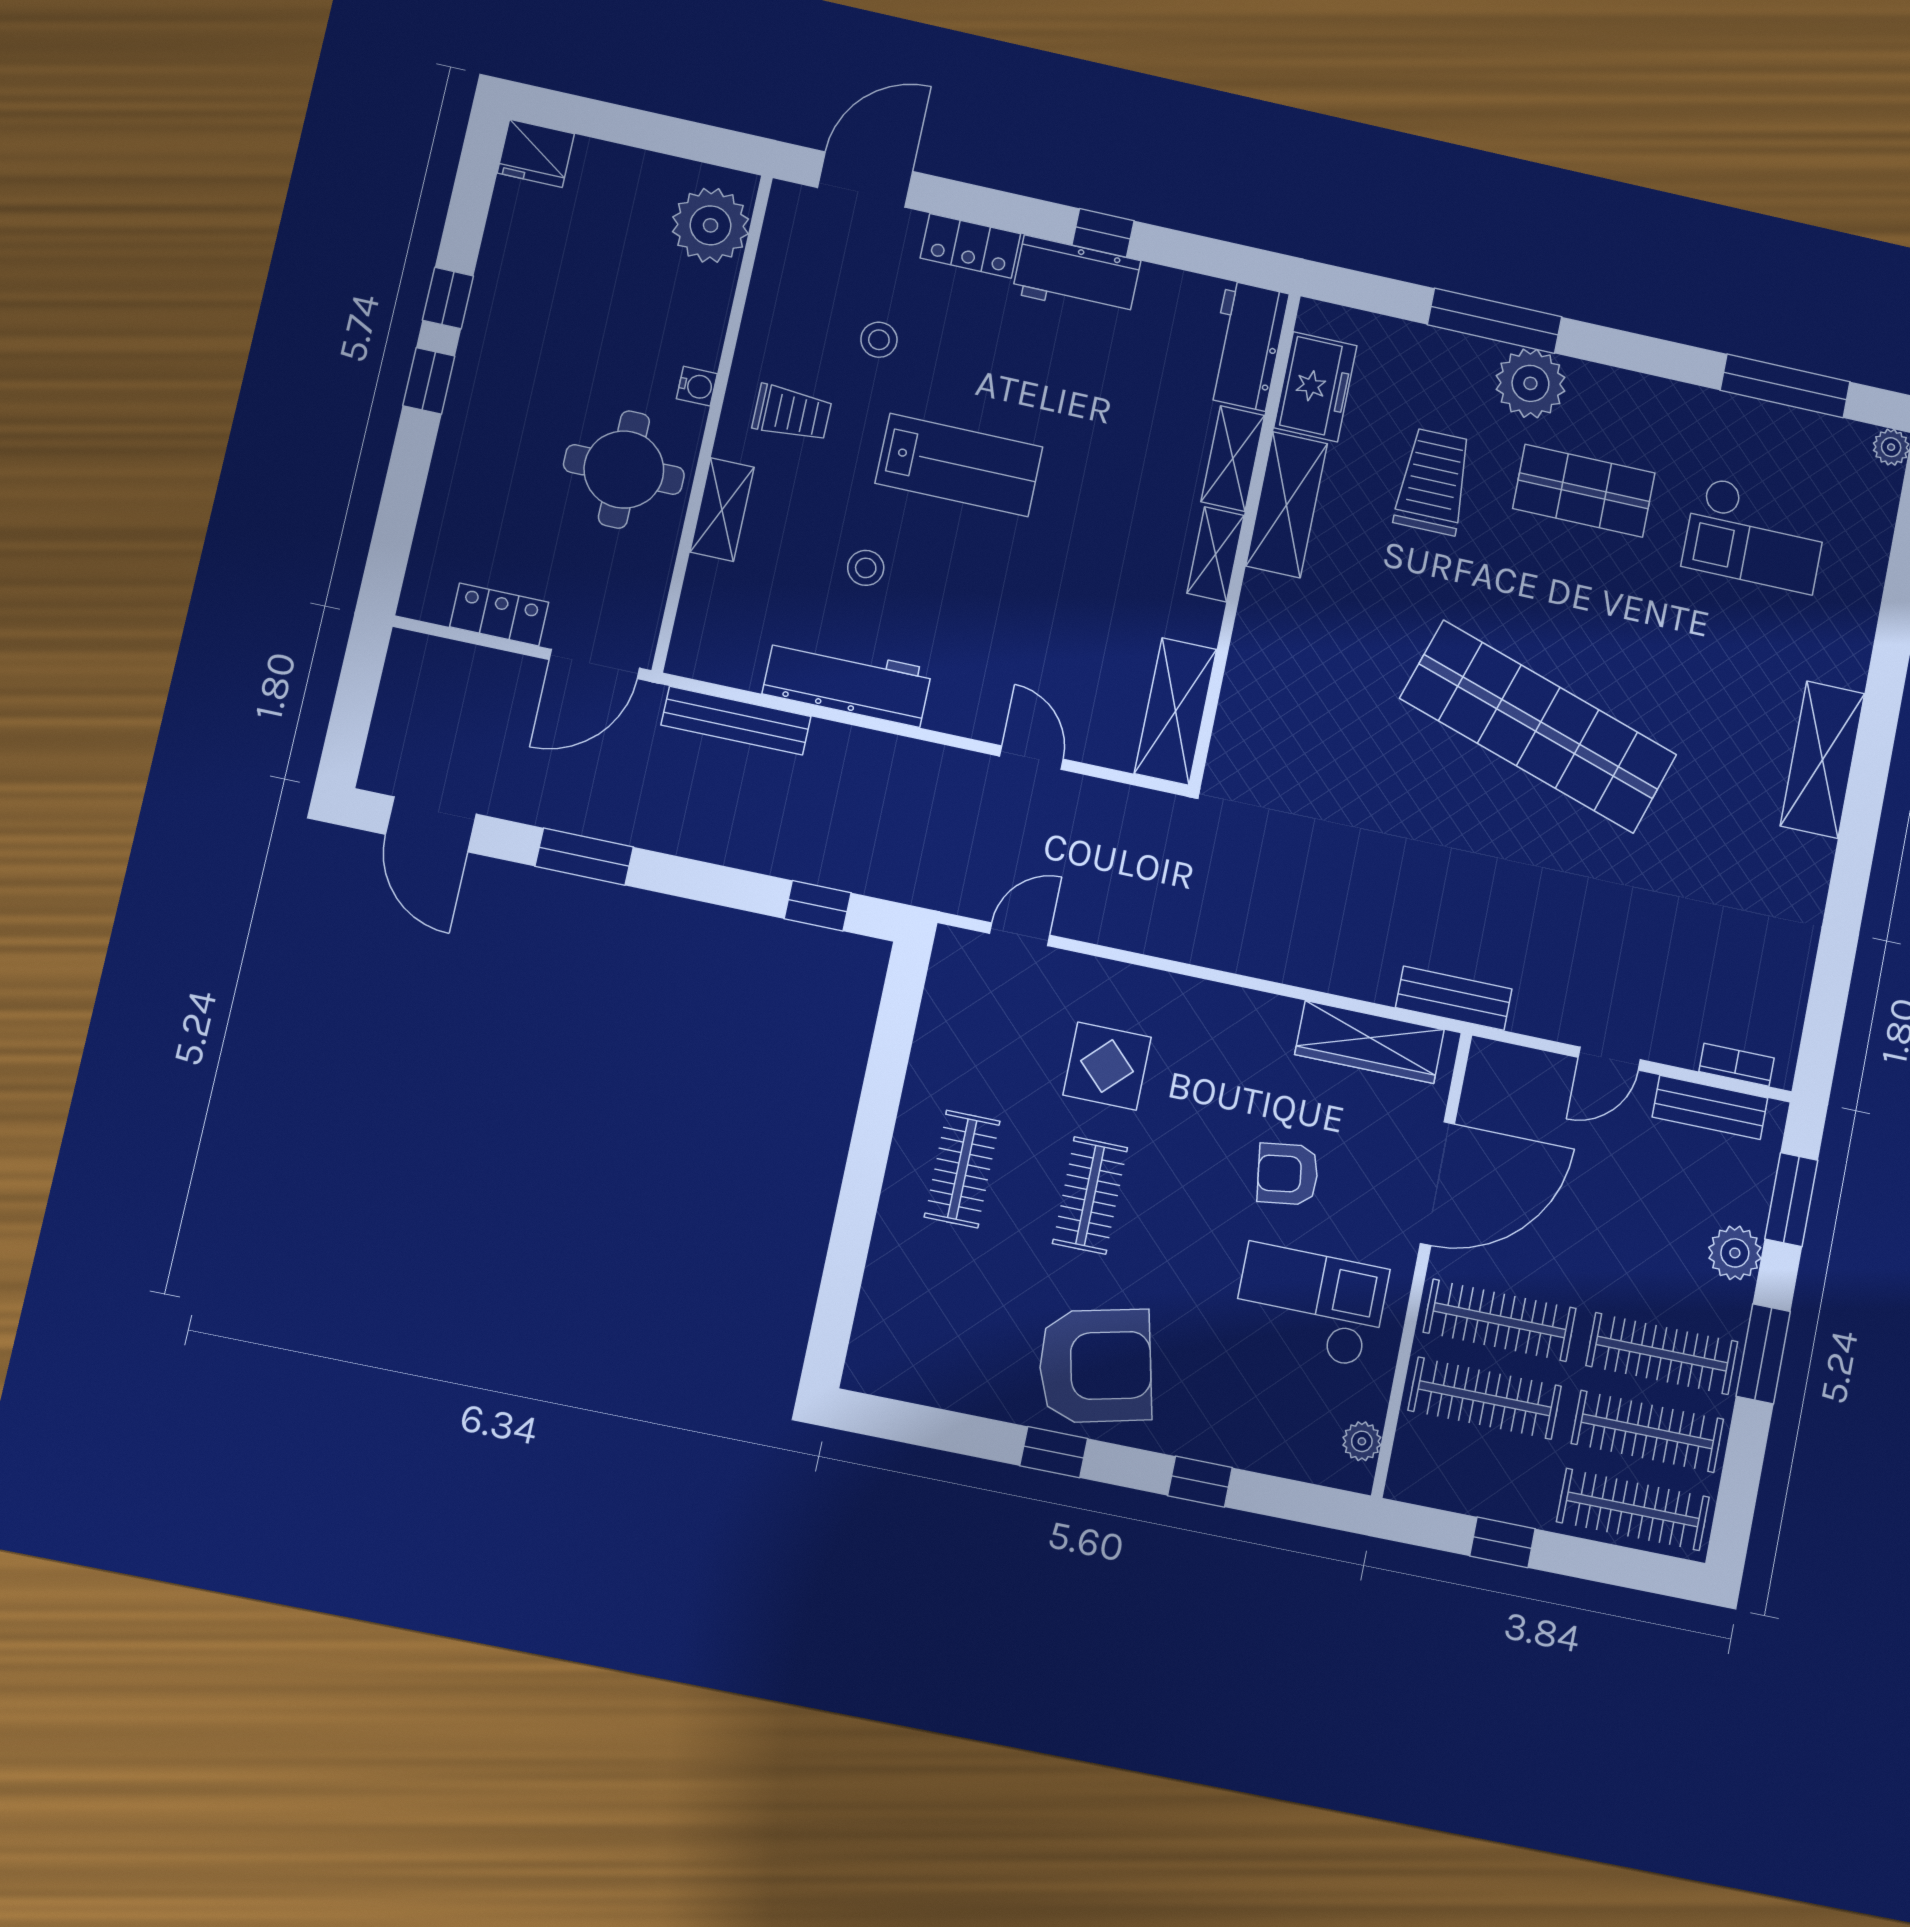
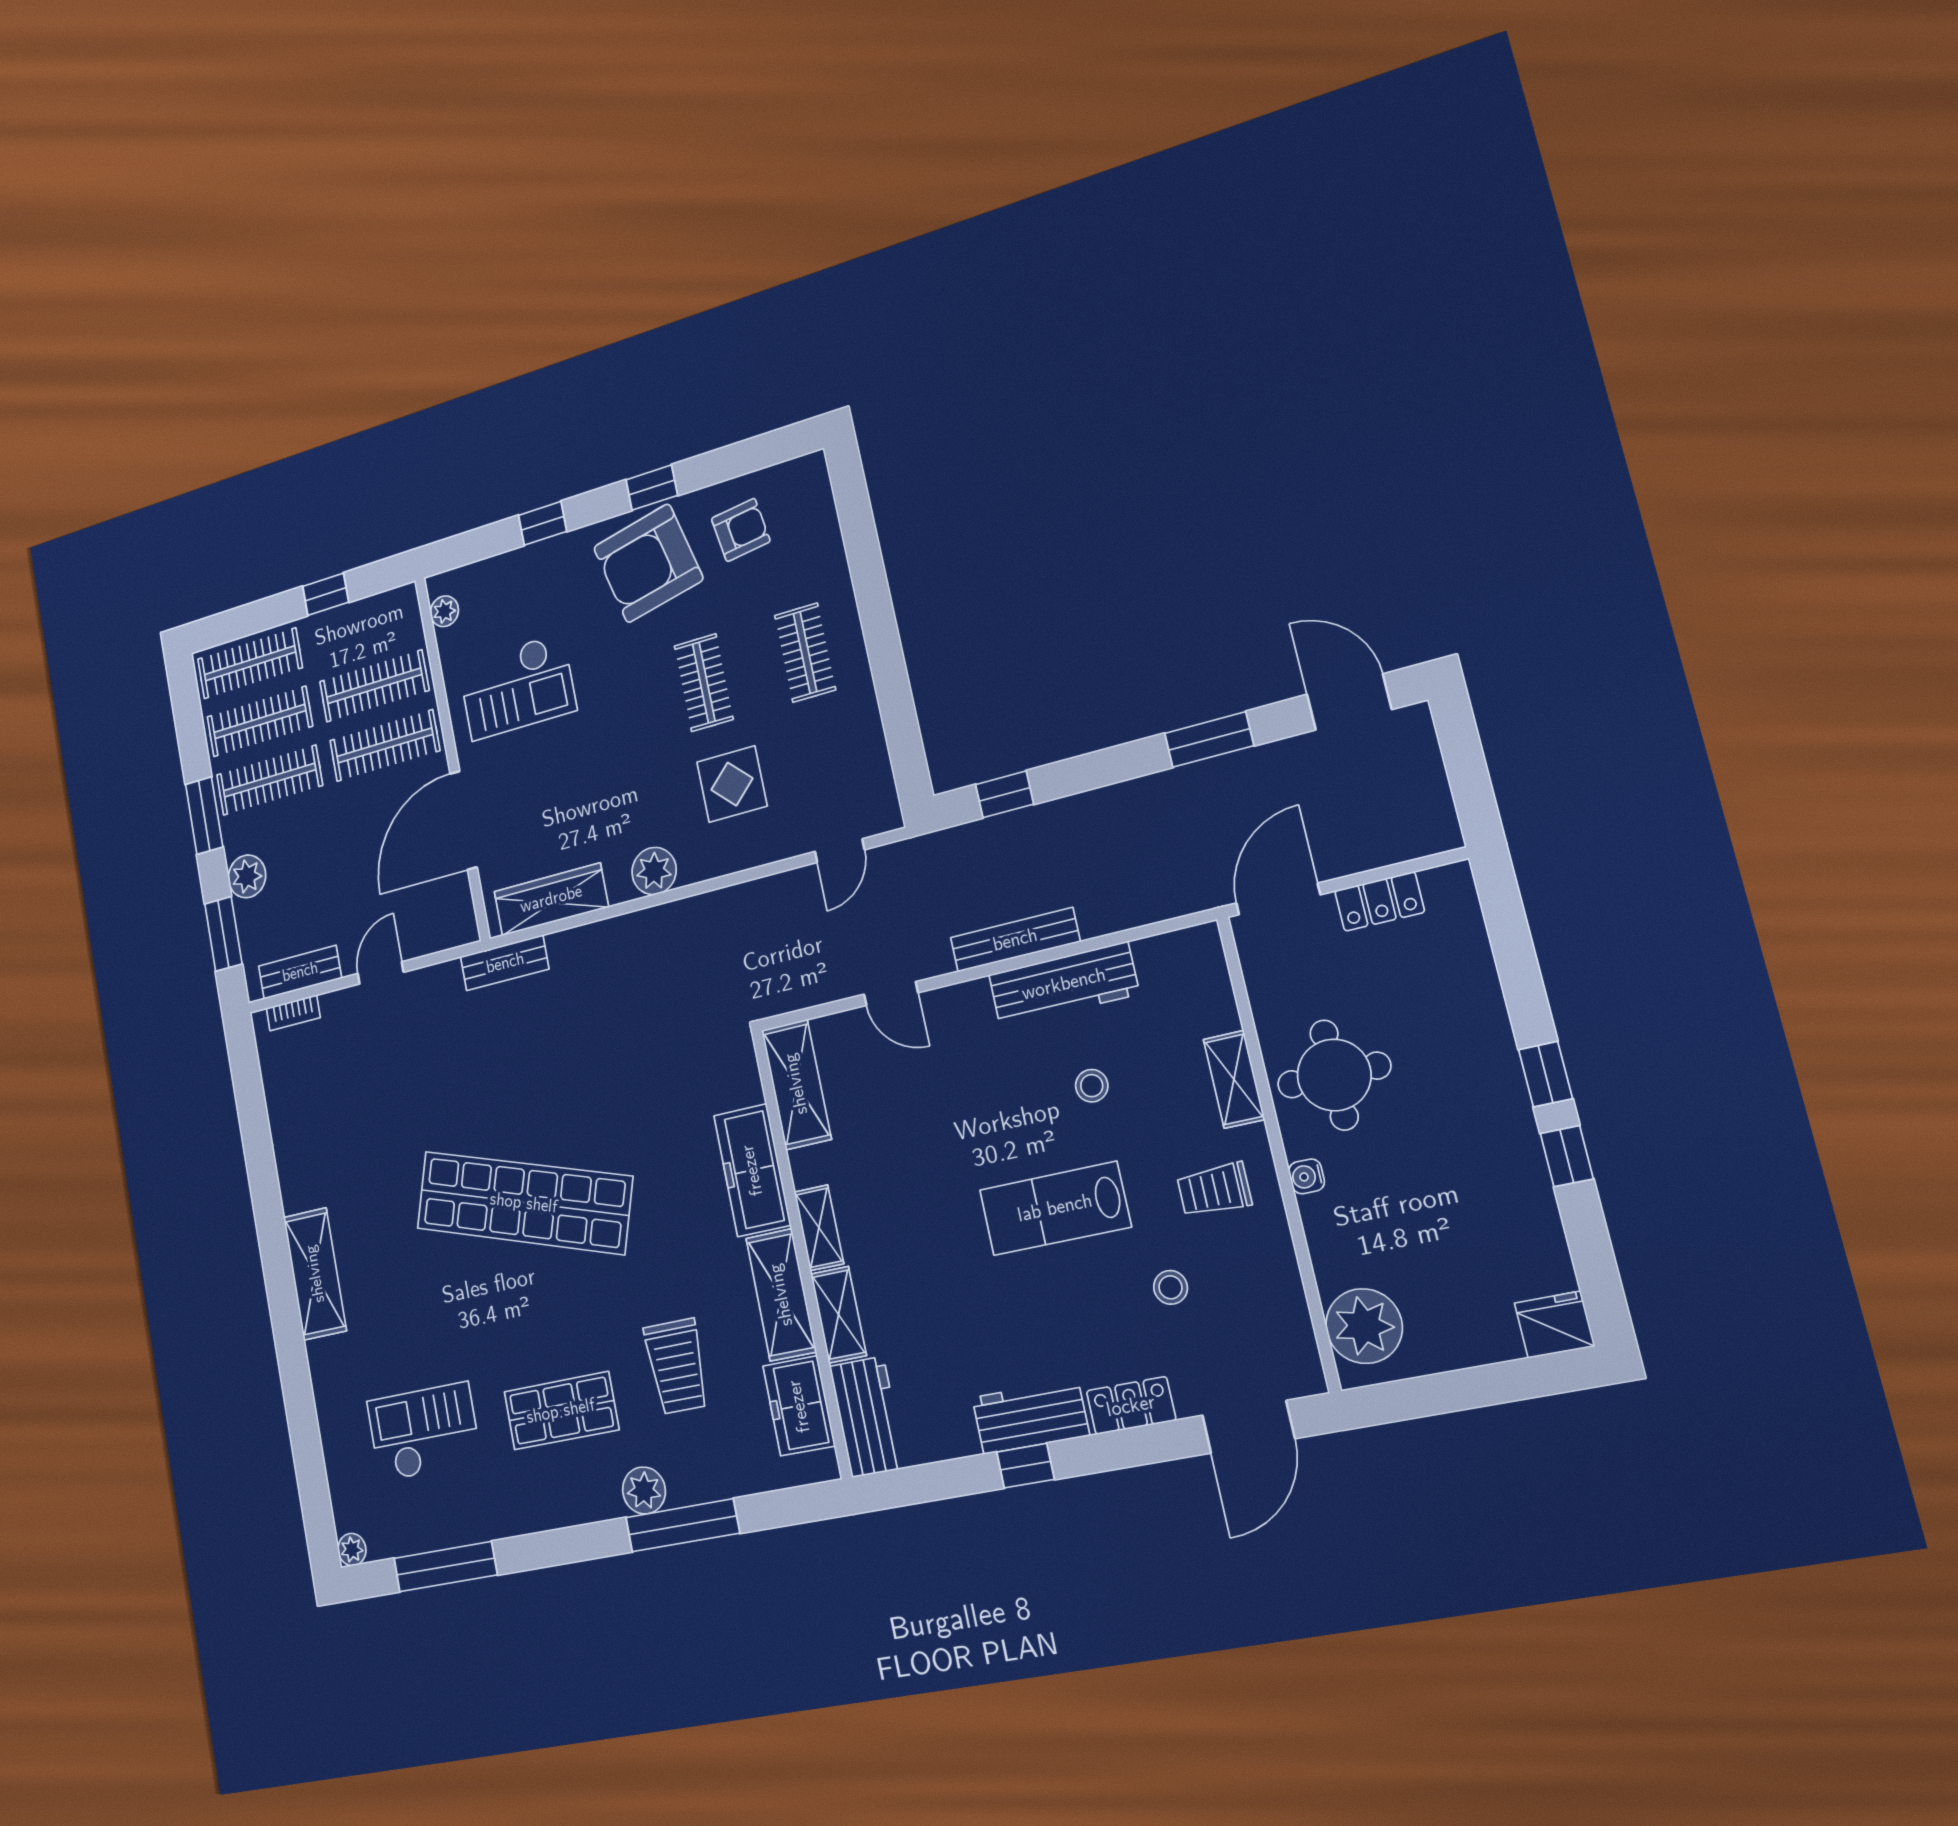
plant: (1530, 383) -> (644, 1490), width x0.73, depth x0.73
freezer: (1263, 645) -> (752, 1170), added
bench: (736, 721) -> (1015, 940), moved
plant: (1236, 1015) -> (654, 871), added
armchair: (1288, 1174) -> (741, 530), moved

